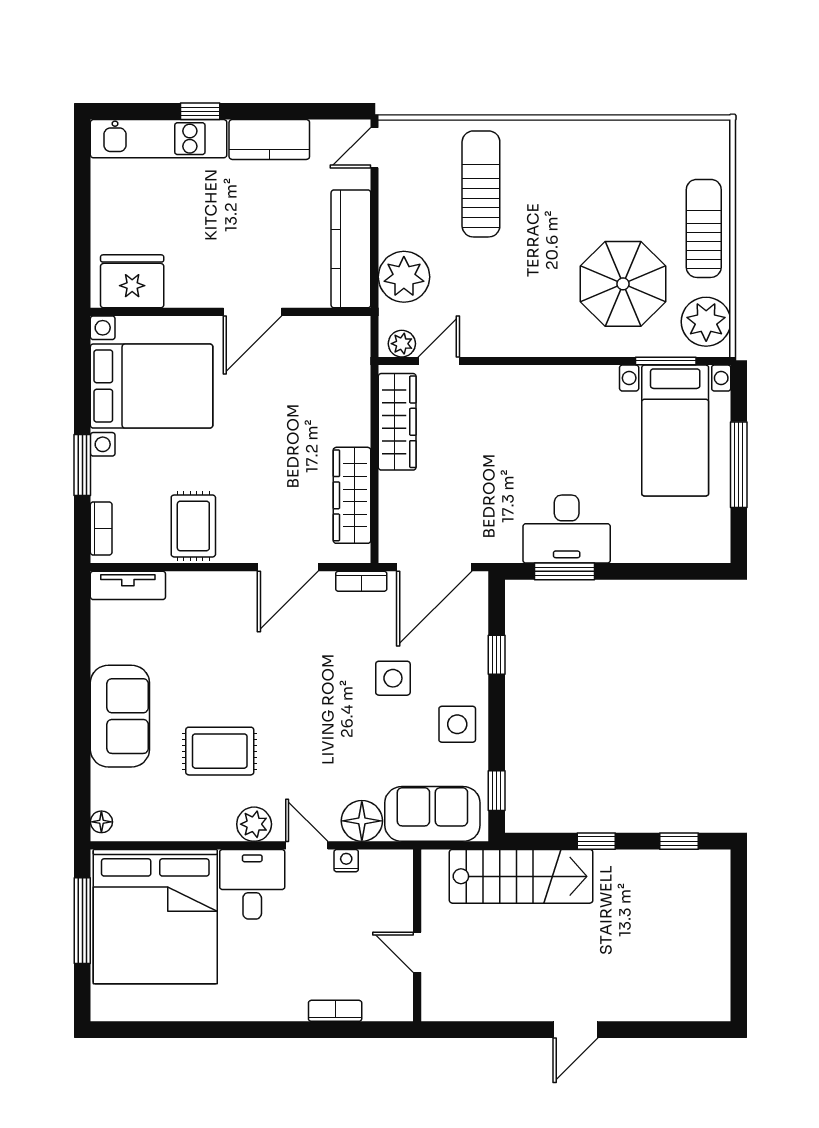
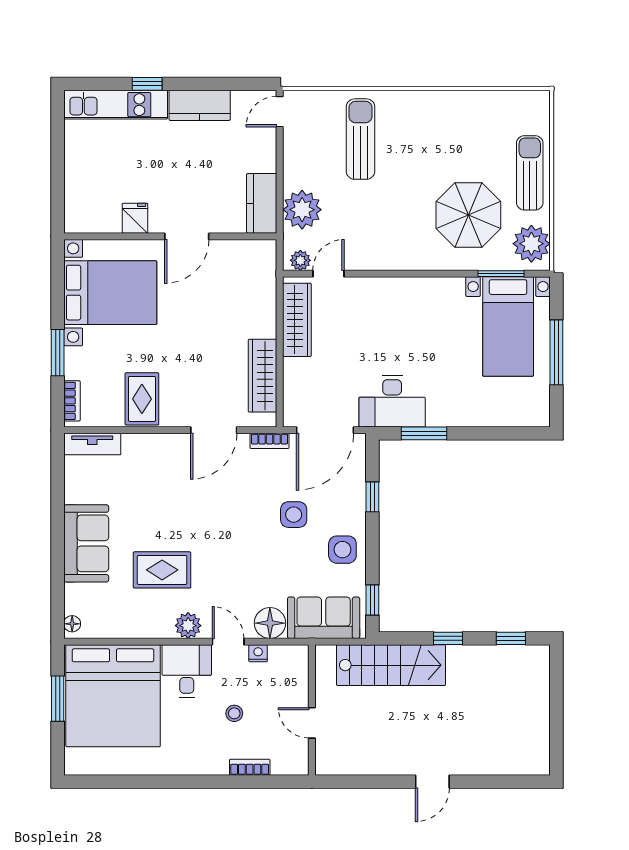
kitchen counter: (351, 249) -> (262, 203), width x0.67
fridge: (132, 281) -> (135, 218), moved, width x0.53, depth x0.75
desk: (567, 529) -> (392, 401), moved
window: (82, 921) -> (58, 699), width x0.69
stool: (315, 940) -> (234, 713), added

